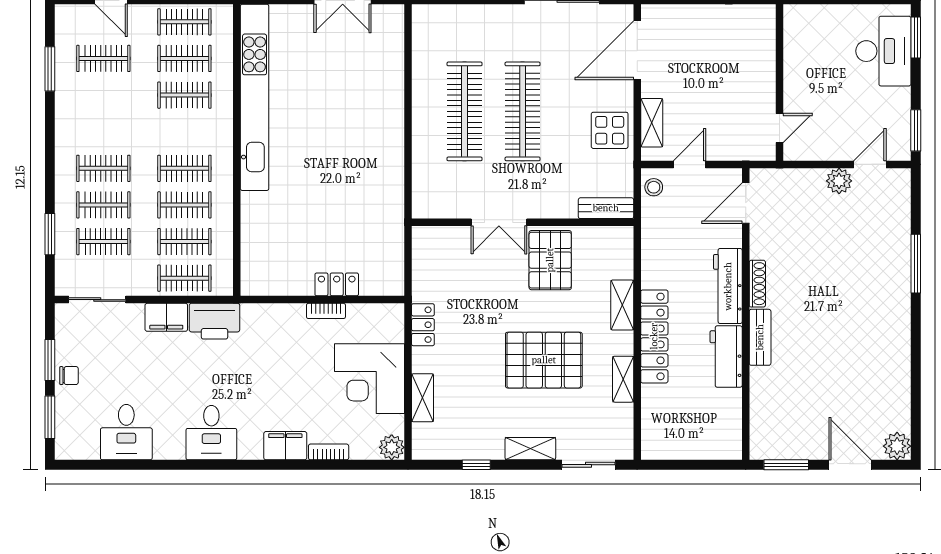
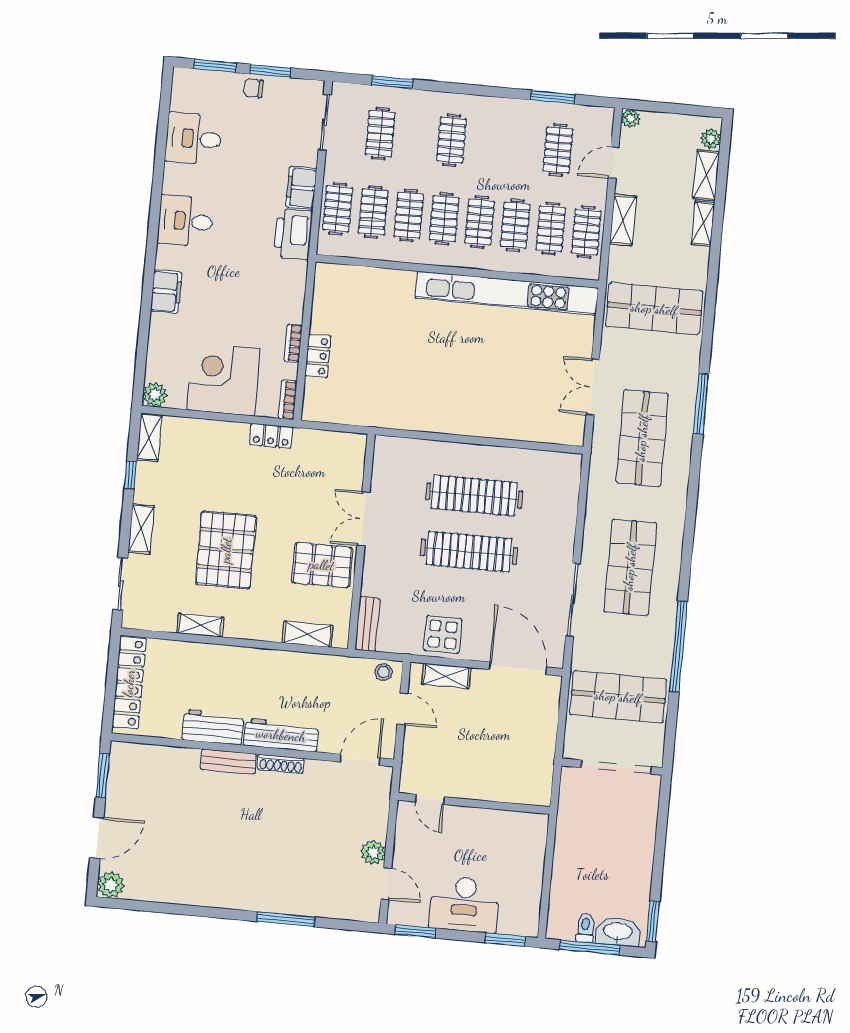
desk: (883, 51) -> (464, 904), moved
door: (746, 203) -> (360, 760), hinge flipped
clothes rail: (103, 205) -> (480, 222), moved
shelving: (622, 305) -> (307, 634), moved
locker: (654, 336) -> (129, 683), moved, turned -90
chair: (69, 376) -> (254, 88), turned 90
shelving: (423, 398) -> (149, 437), moved, turned 90
bookcase: (329, 452) -> (288, 400), moved, turned 180

